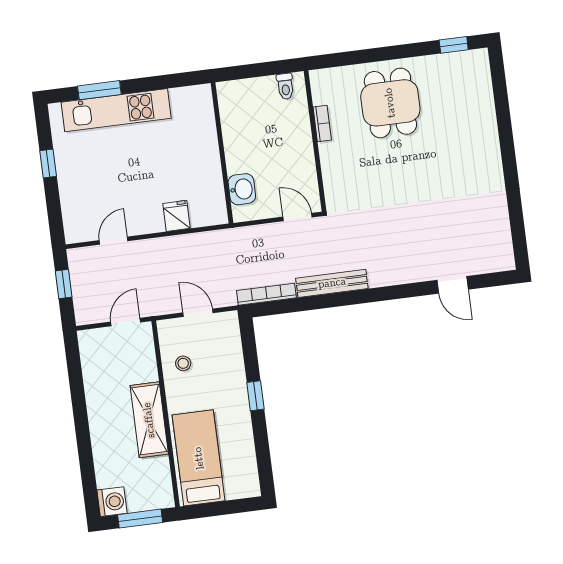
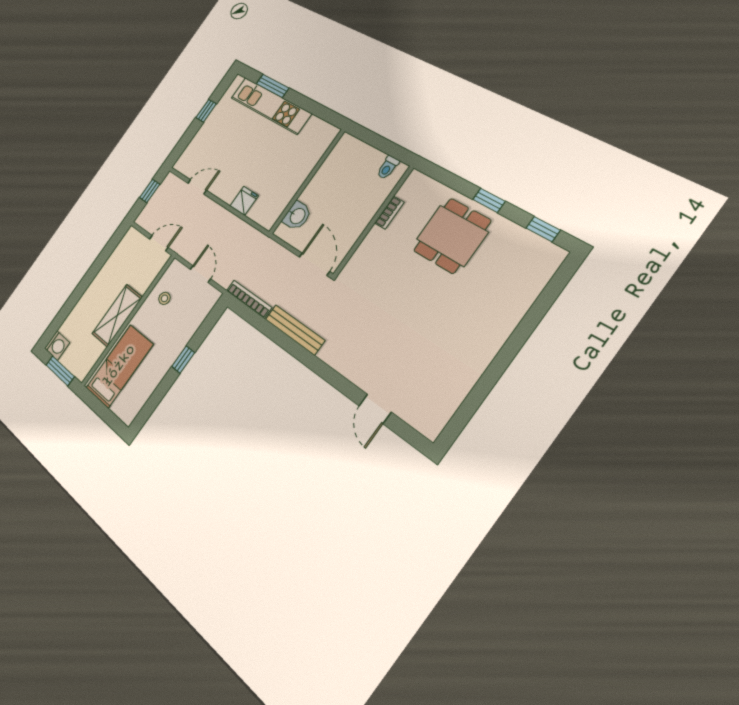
window: (394, 53) -> (489, 200), added
door: (297, 217) -> (314, 264), width x1.38

